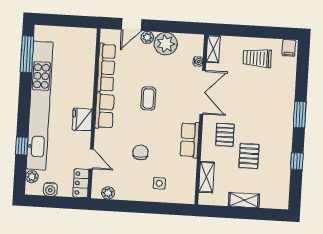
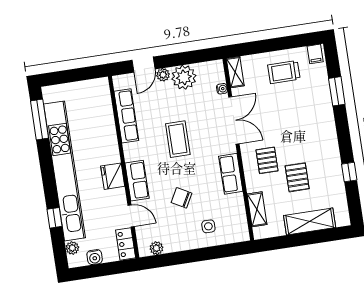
coffee table: (148, 98) -> (178, 139), width x1.36, depth x1.30
row of seats: (104, 111) -> (137, 181), moved
window: (300, 115) -> (337, 91), moved
chair: (140, 152) -> (182, 198), turned -61
shelving: (244, 200) -> (310, 221), width x1.50, depth x1.33

